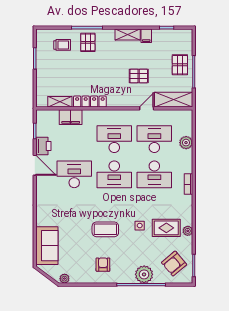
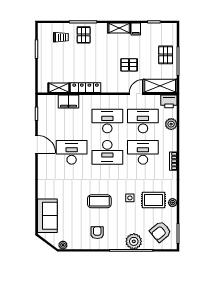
printer: (43, 146) -> (169, 101), moved, turned 90
desk: (154, 174) -> (143, 152), turned 180

